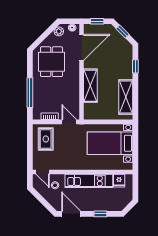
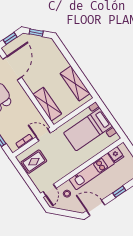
window: (135, 66) -> (66, 54), removed
shelving: (90, 86) -> (47, 104), moved
rug: (46, 139) -> (34, 162), turned 90
door: (43, 172) -> (50, 190), hinge flipped

